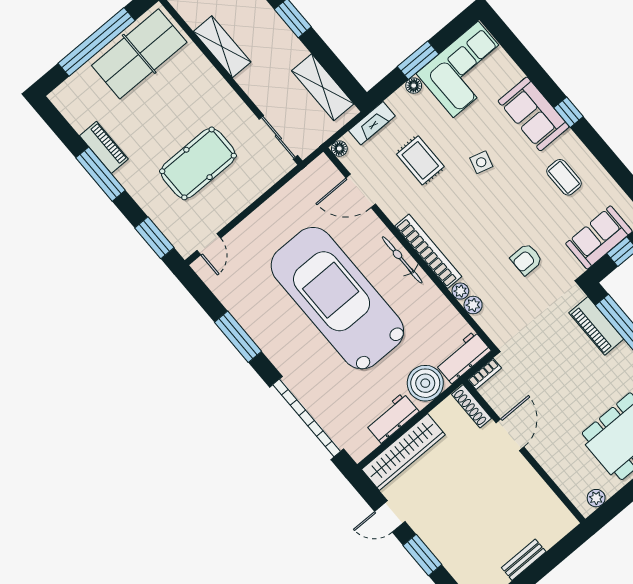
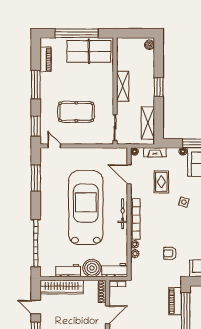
shelving: (222, 47) -> (123, 86), moved
piano: (104, 147) -> (46, 59), moved
door: (209, 244) -> (54, 146), swing flipped
window: (238, 337) -> (36, 178), moved

